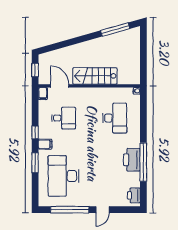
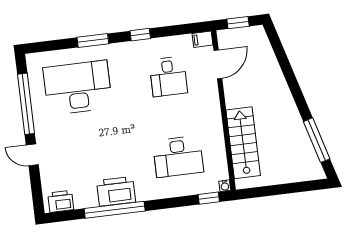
stairs: (95, 76) -> (243, 143), moved
window: (143, 102) -> (209, 198), added
filing cabinet: (45, 144) -> (124, 52), removed

